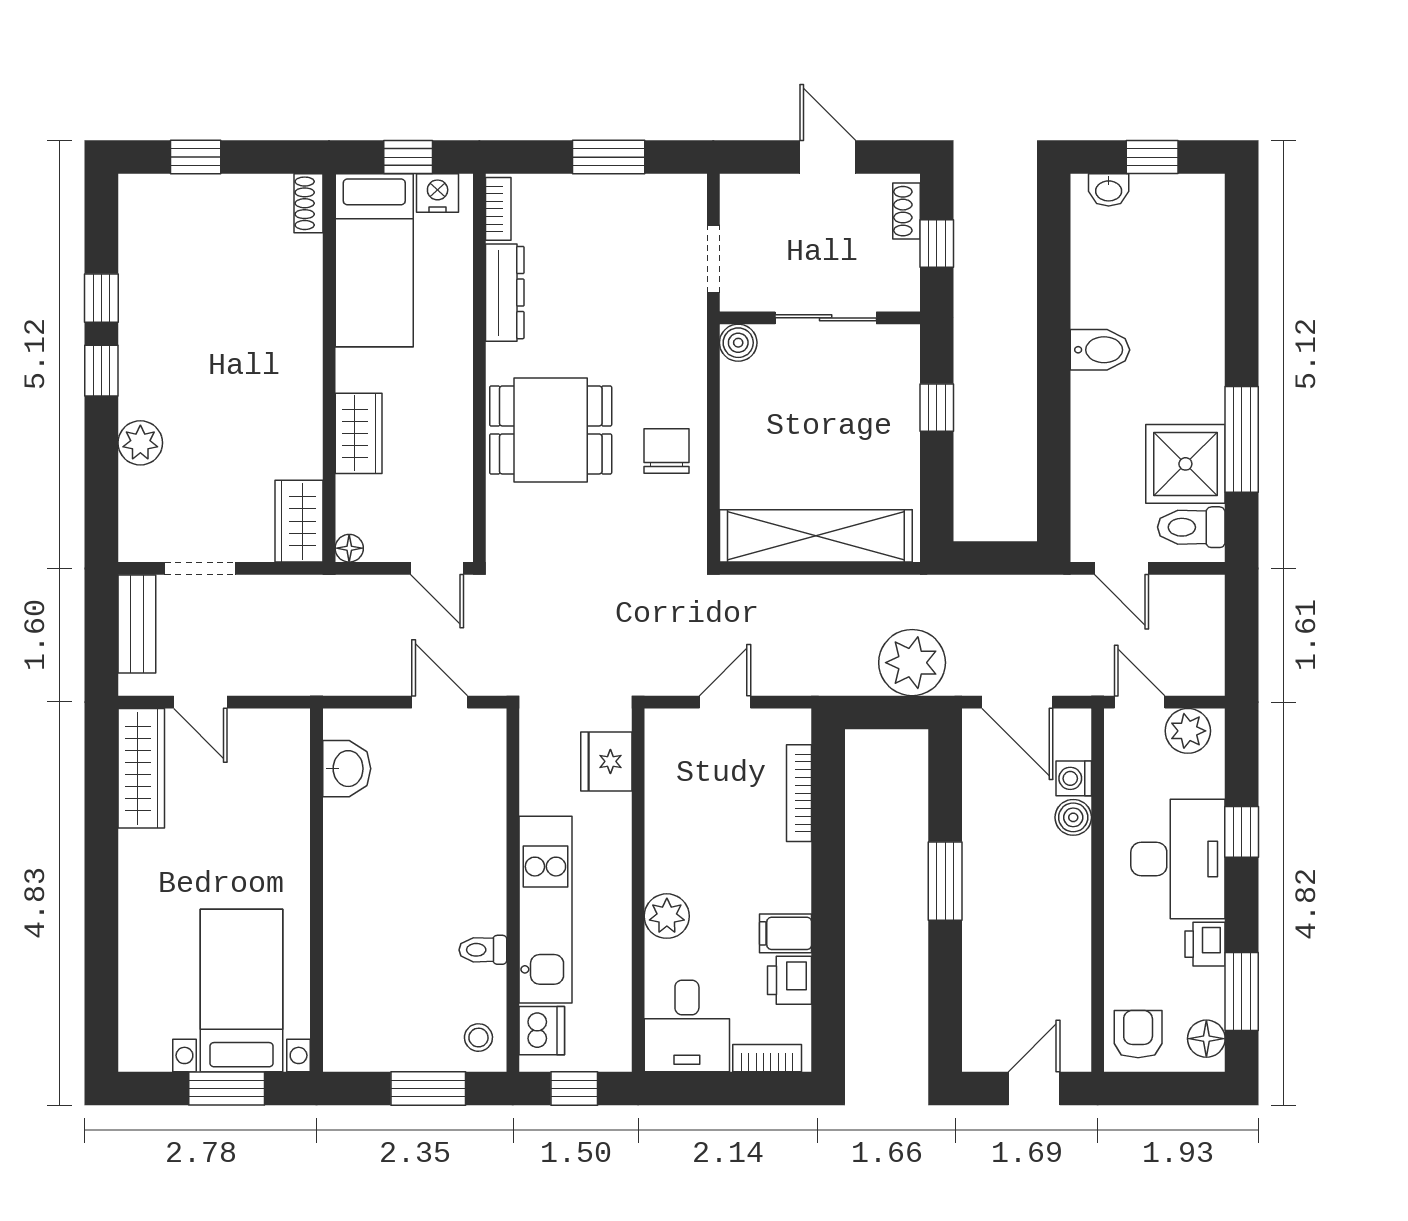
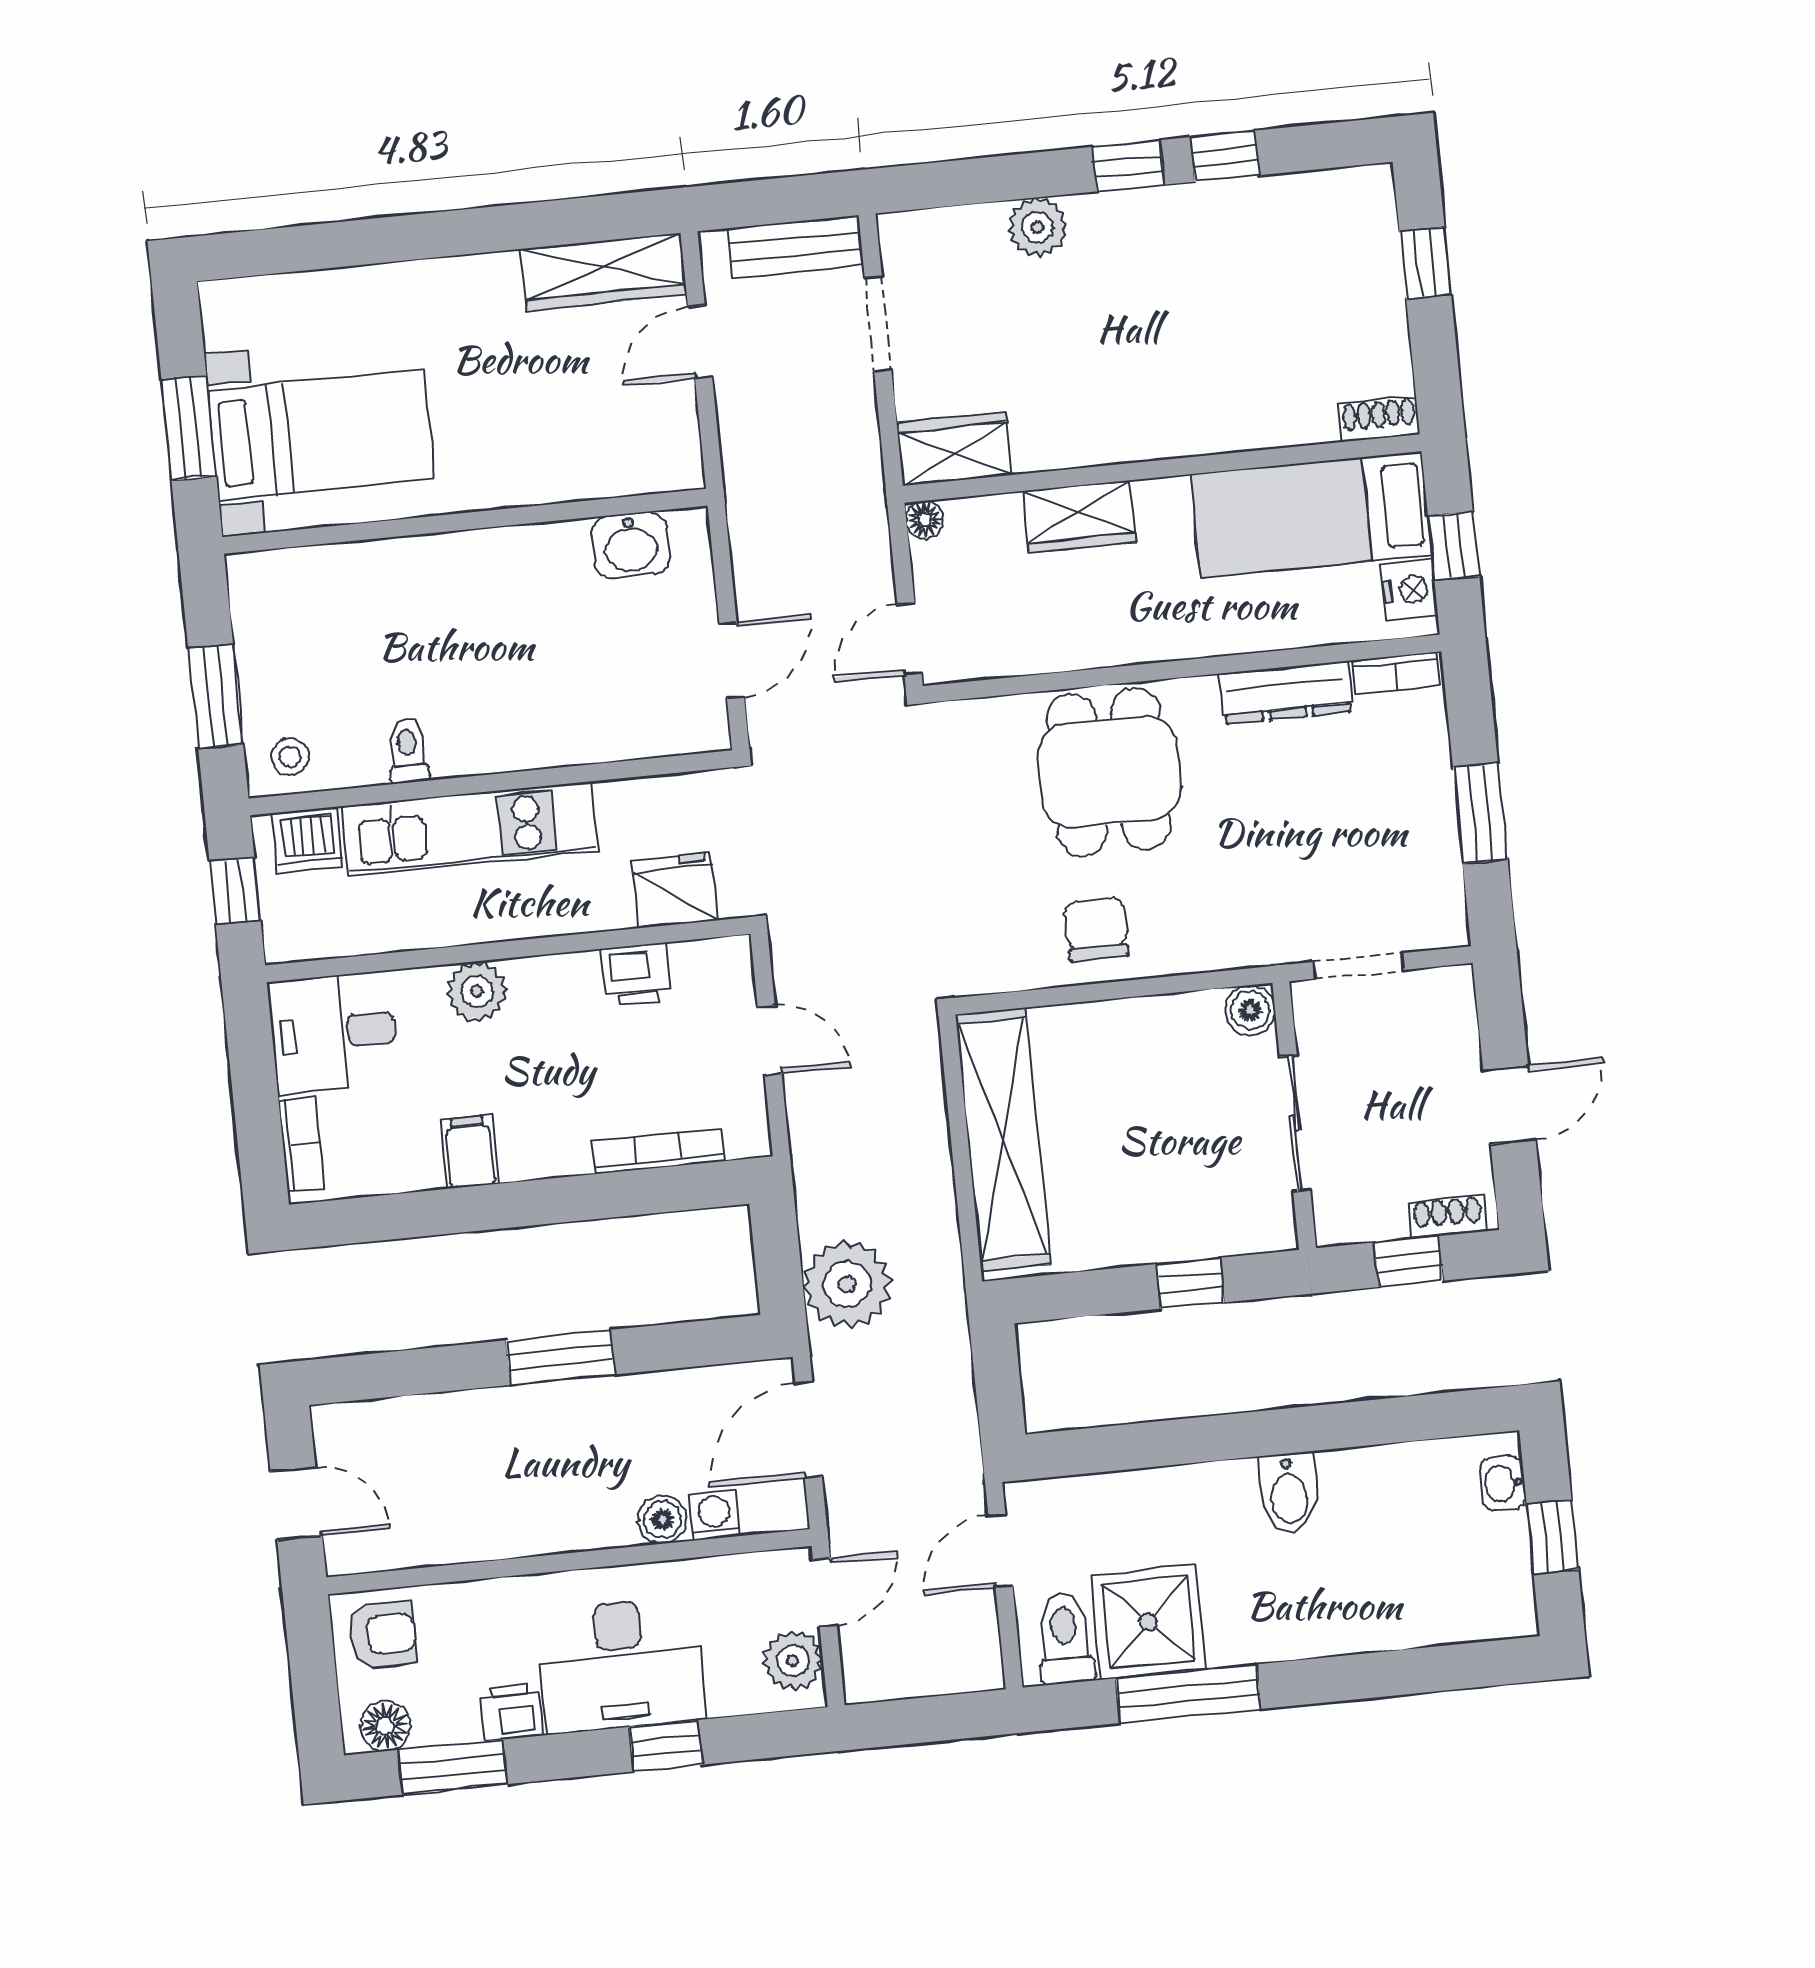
chair: (667, 451) -> (1096, 929), turned -90
printer: (790, 980) -> (636, 975), moved, turned 180

